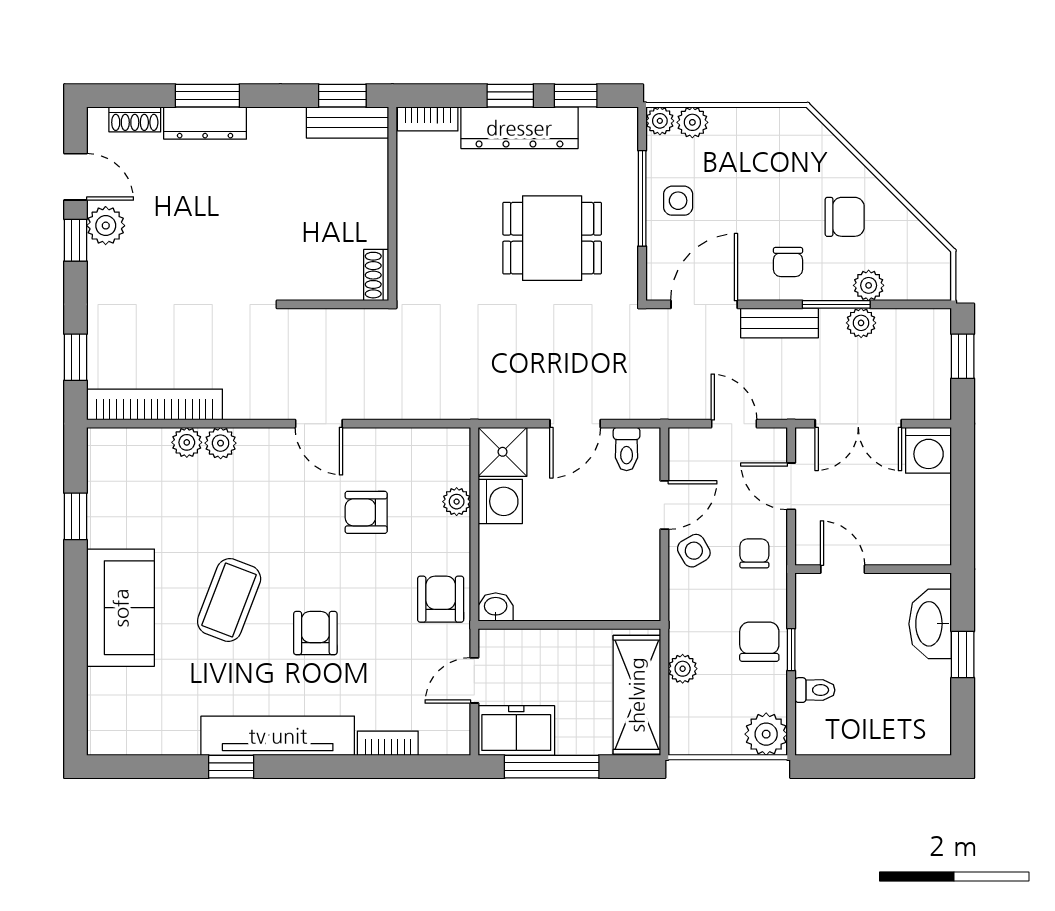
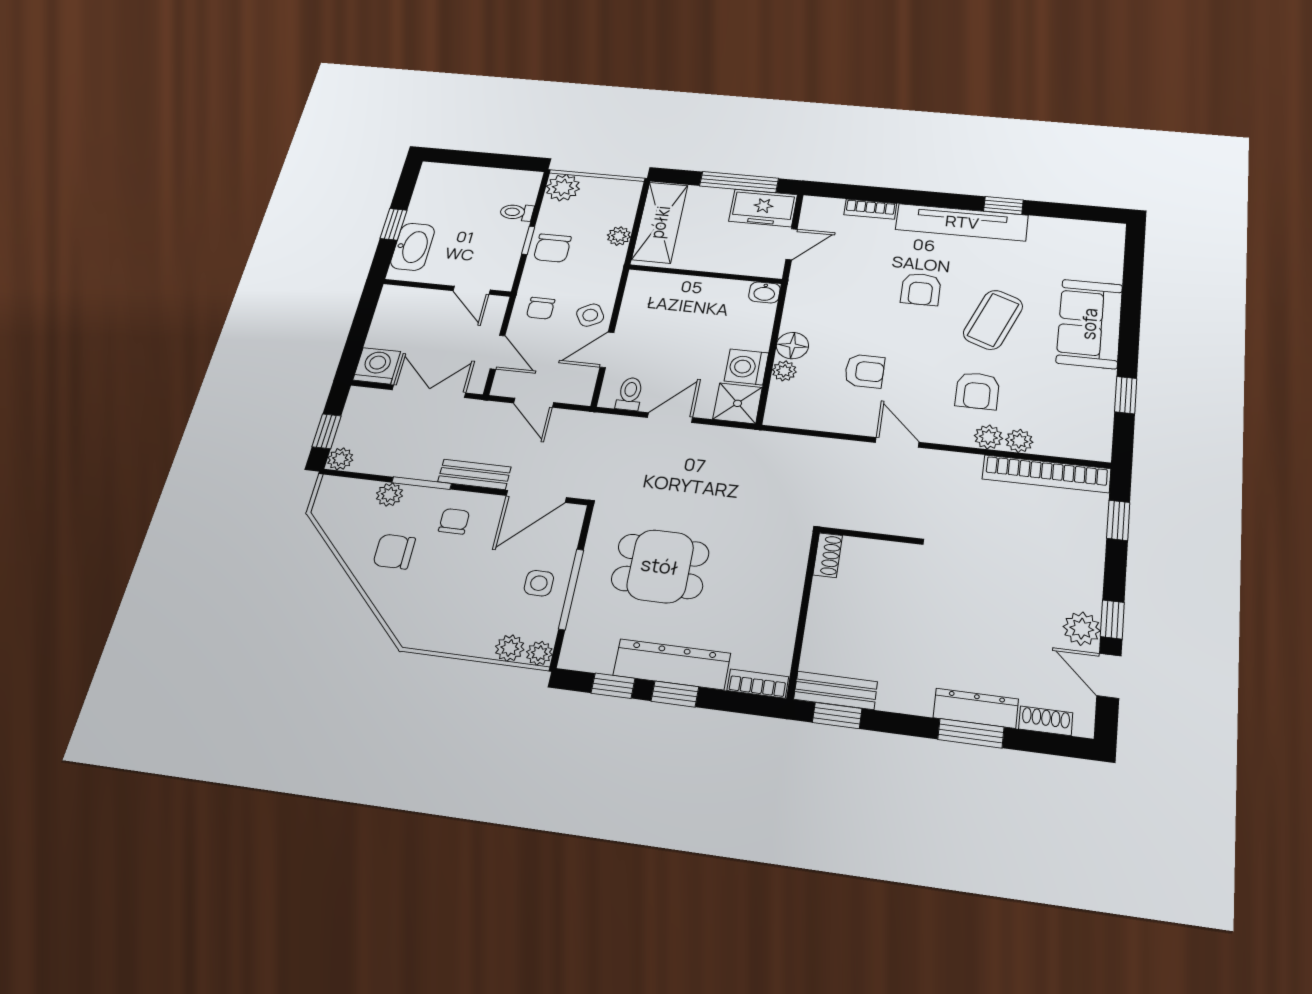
plant: (861, 323) -> (340, 459), moved
floor lamp: (452, 537) -> (792, 346), added
armchair: (441, 599) -> (977, 391), moved

